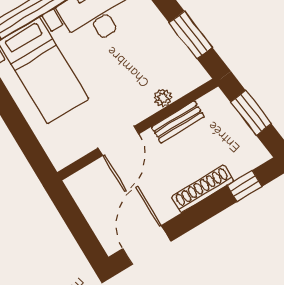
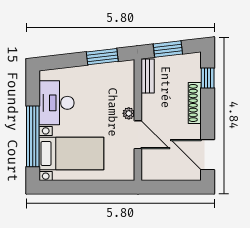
plant: (163, 98) -> (129, 113), moved
bench: (178, 122) -> (148, 76), moved

